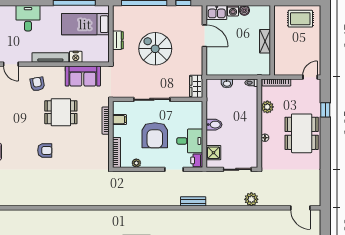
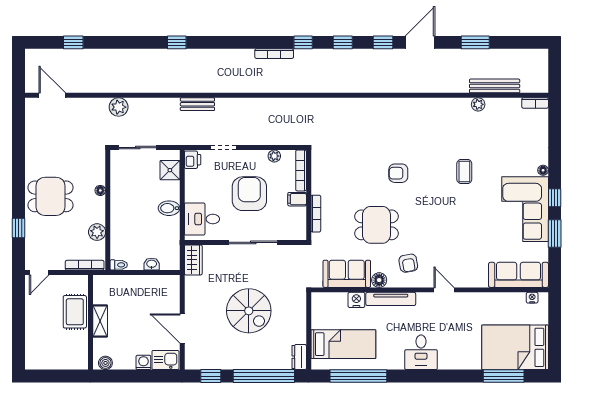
boiler: (244, 10) -> (105, 363), moved
rug: (300, 19) -> (75, 312), moved, turned 90
dresser: (118, 40) -> (299, 357), moved
floor lamp: (59, 71) -> (379, 280), added
filing cabinet: (120, 120) -> (297, 199), moved
dining table: (302, 133) -> (51, 196), width x0.73
desk: (190, 141) -> (202, 219), moved

